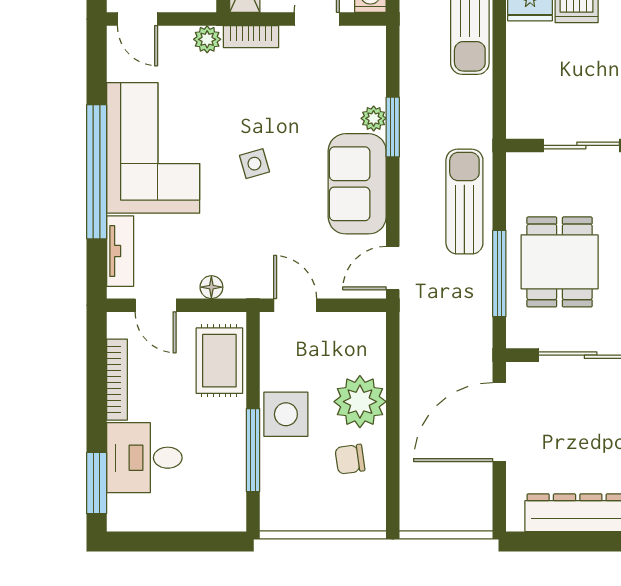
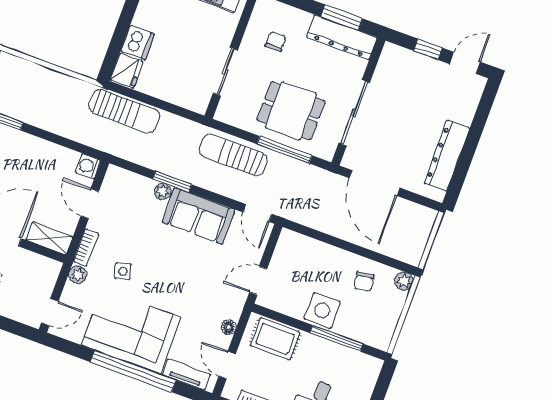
side table: (254, 164) -> (123, 271), moved
door: (156, 305) -> (227, 365), swing flipped
plant: (360, 402) -> (404, 281), moved, width x0.53, depth x0.53

